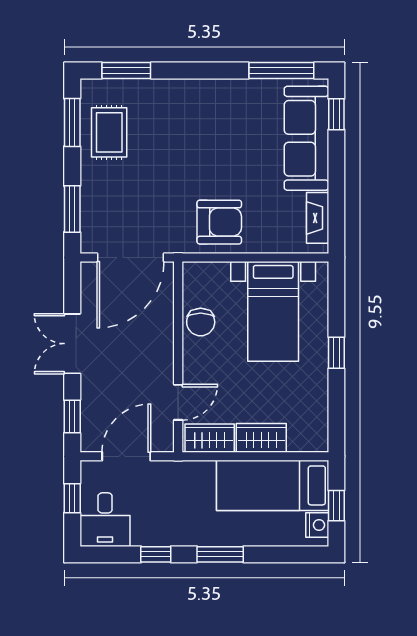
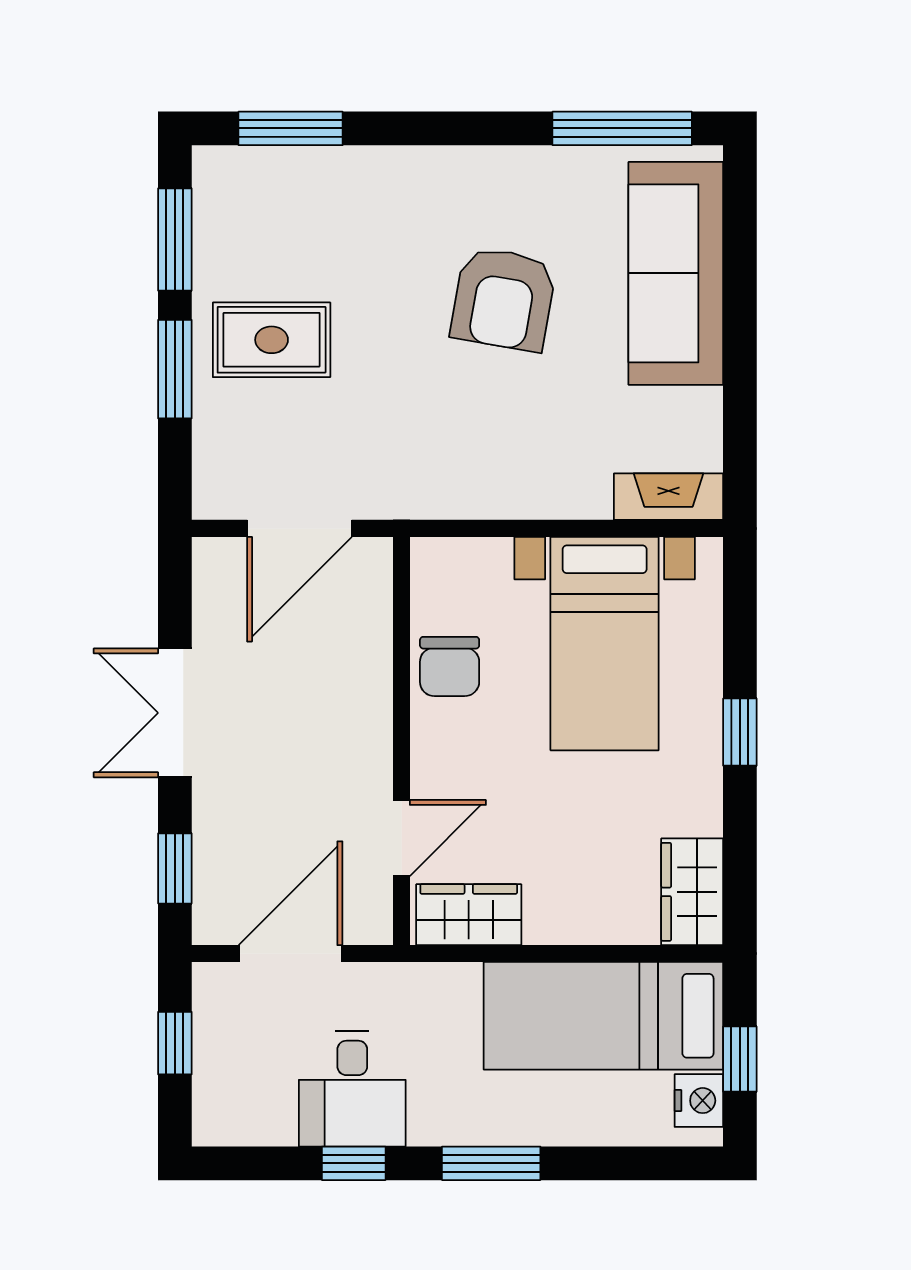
window: (336, 114) -> (740, 222), removed
rug: (109, 132) -> (272, 340), moved, turned 90
window: (72, 209) -> (175, 369), moved
fireplace: (318, 218) -> (668, 497), moved, turned 90
armchair: (219, 222) -> (503, 299), moved, turned 100
door: (130, 257) -> (299, 528), width x0.73
wardrobe: (261, 438) -> (692, 892), moved, turned -90
desk: (105, 520) -> (352, 1089), moved

